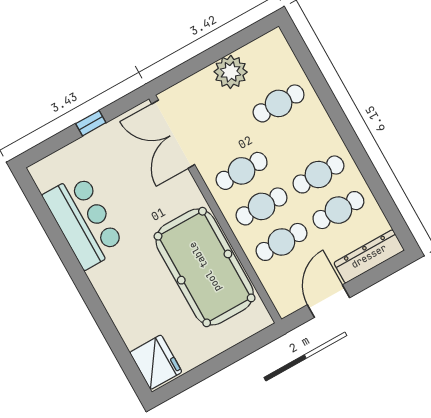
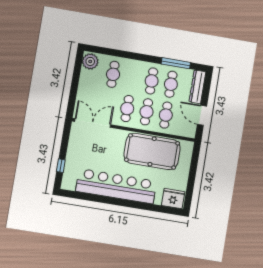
plant: (231, 72) -> (90, 61), moved
window: (91, 123) -> (61, 166), moved
double door: (173, 134) -> (93, 123), swing flipped
window: (379, 191) -> (176, 63), added
bar counter: (84, 221) -> (116, 186), width x1.86

